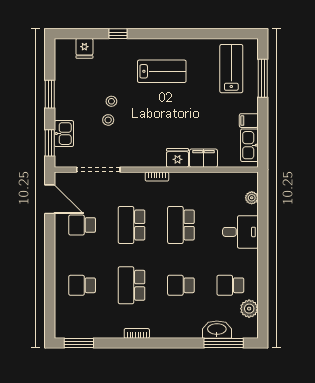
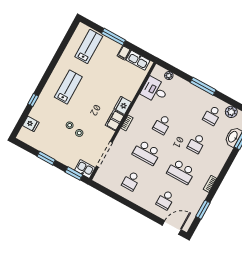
lab bench: (231, 69) -> (89, 46), turned 90
window: (263, 78) -> (113, 37), moved
kitchen sink: (64, 134) -> (85, 169), moved
filing cabinet: (203, 158) -> (115, 120), moved
door: (50, 199) -> (172, 227), moved
school desk: (181, 225) -> (162, 125), width x0.54
desk: (240, 232) -> (155, 90), moved, turned -90
window: (263, 252) -> (203, 86), added
window: (79, 343) -> (203, 210), moved

